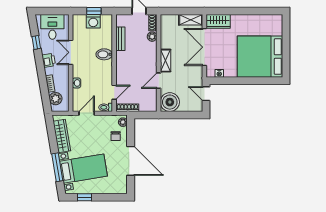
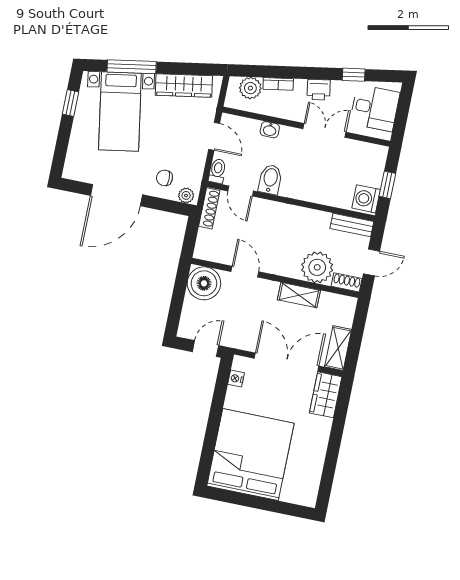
washing machine: (93, 21) -> (366, 199), moved
plant: (152, 37) -> (317, 267), width x1.88, depth x1.88
bench: (120, 39) -> (352, 225), moved
bidet: (104, 54) -> (270, 179), moved
shelving: (165, 61) -> (299, 295), moved

